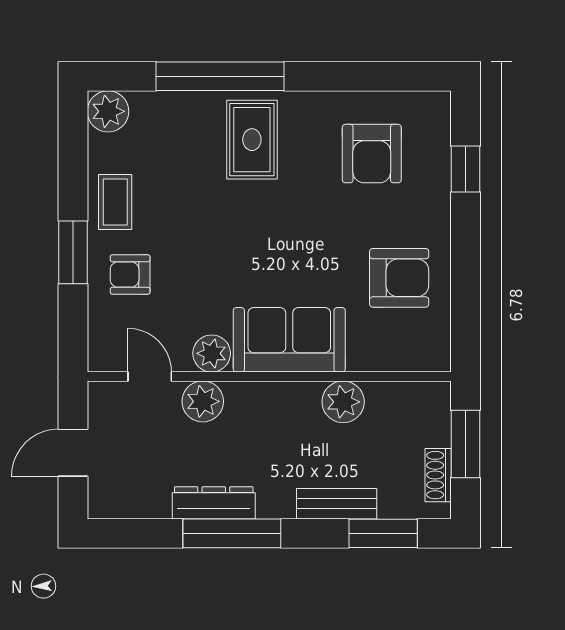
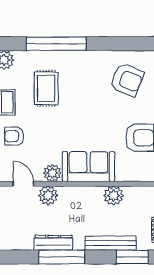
rug: (252, 140) -> (46, 88), moved
armchair: (372, 154) -> (127, 80), turned -68
bench: (337, 504) -> (111, 243), width x1.36

